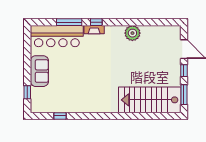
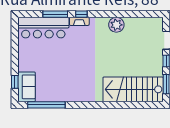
sofa: (39, 71) -> (26, 87), moved
window: (60, 116) -> (46, 105), width x3.17

